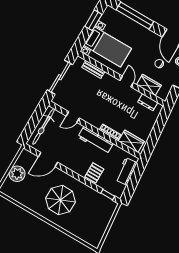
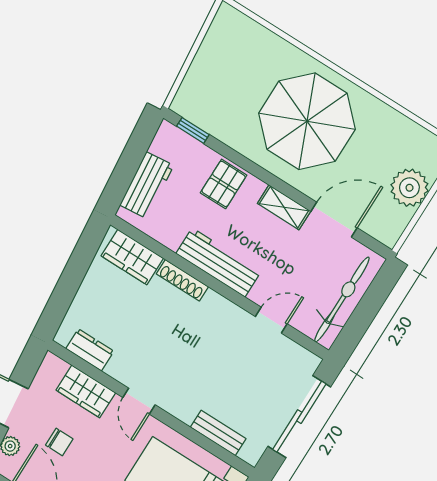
shelving: (69, 164) -> (284, 207), added
parasol: (60, 200) -> (307, 121), width x1.36, depth x1.36

